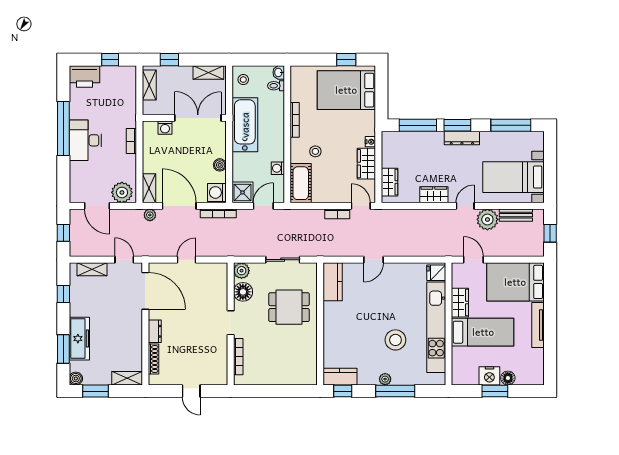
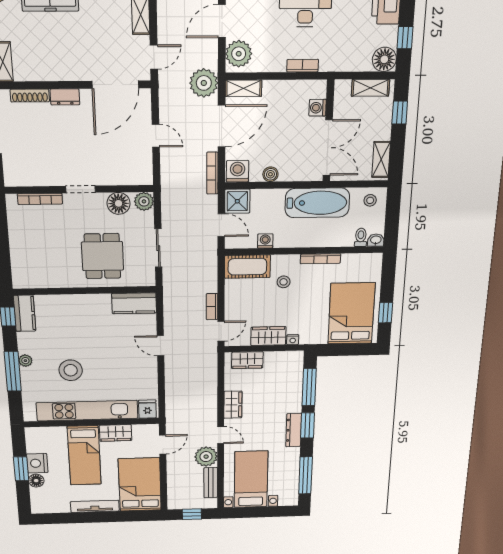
floor lamp: (127, 75) -> (384, 59), added
plant: (150, 215) -> (204, 83), width x1.88, depth x1.88

